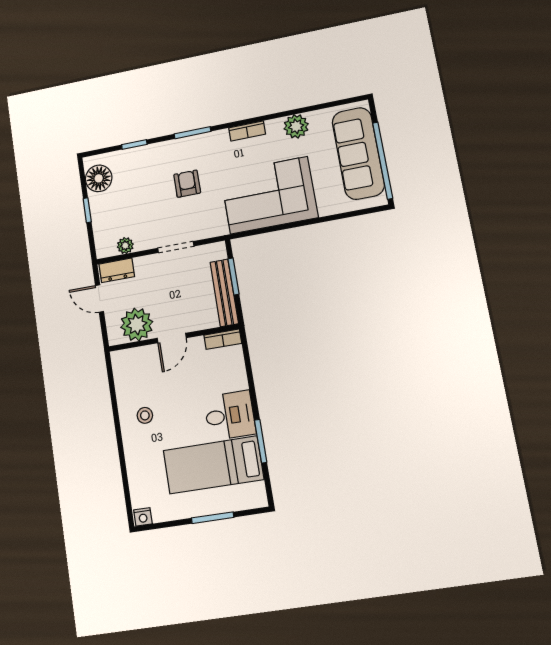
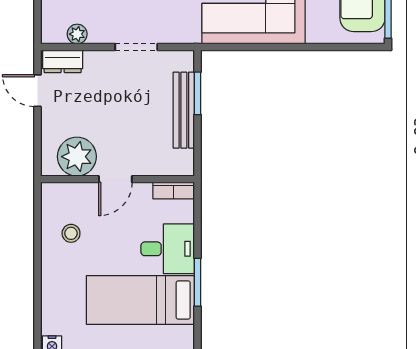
plant: (137, 325) -> (77, 157), moved
door: (172, 338) -> (115, 179), moved
wall: (174, 338) -> (118, 179), moved
bookcase: (223, 339) -> (174, 190), moved

